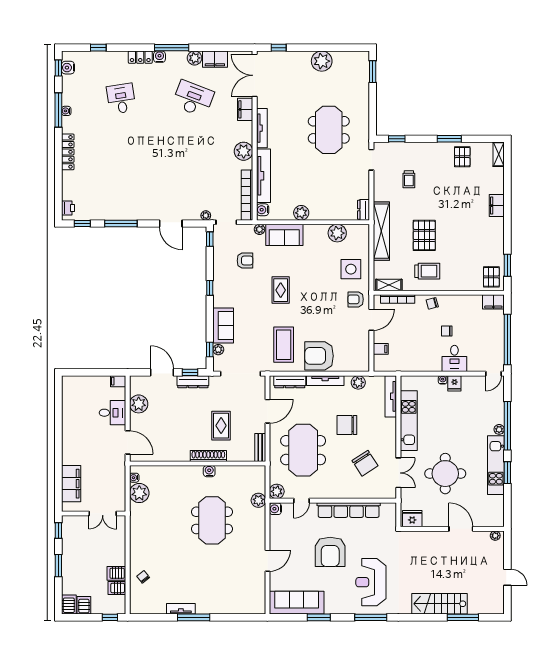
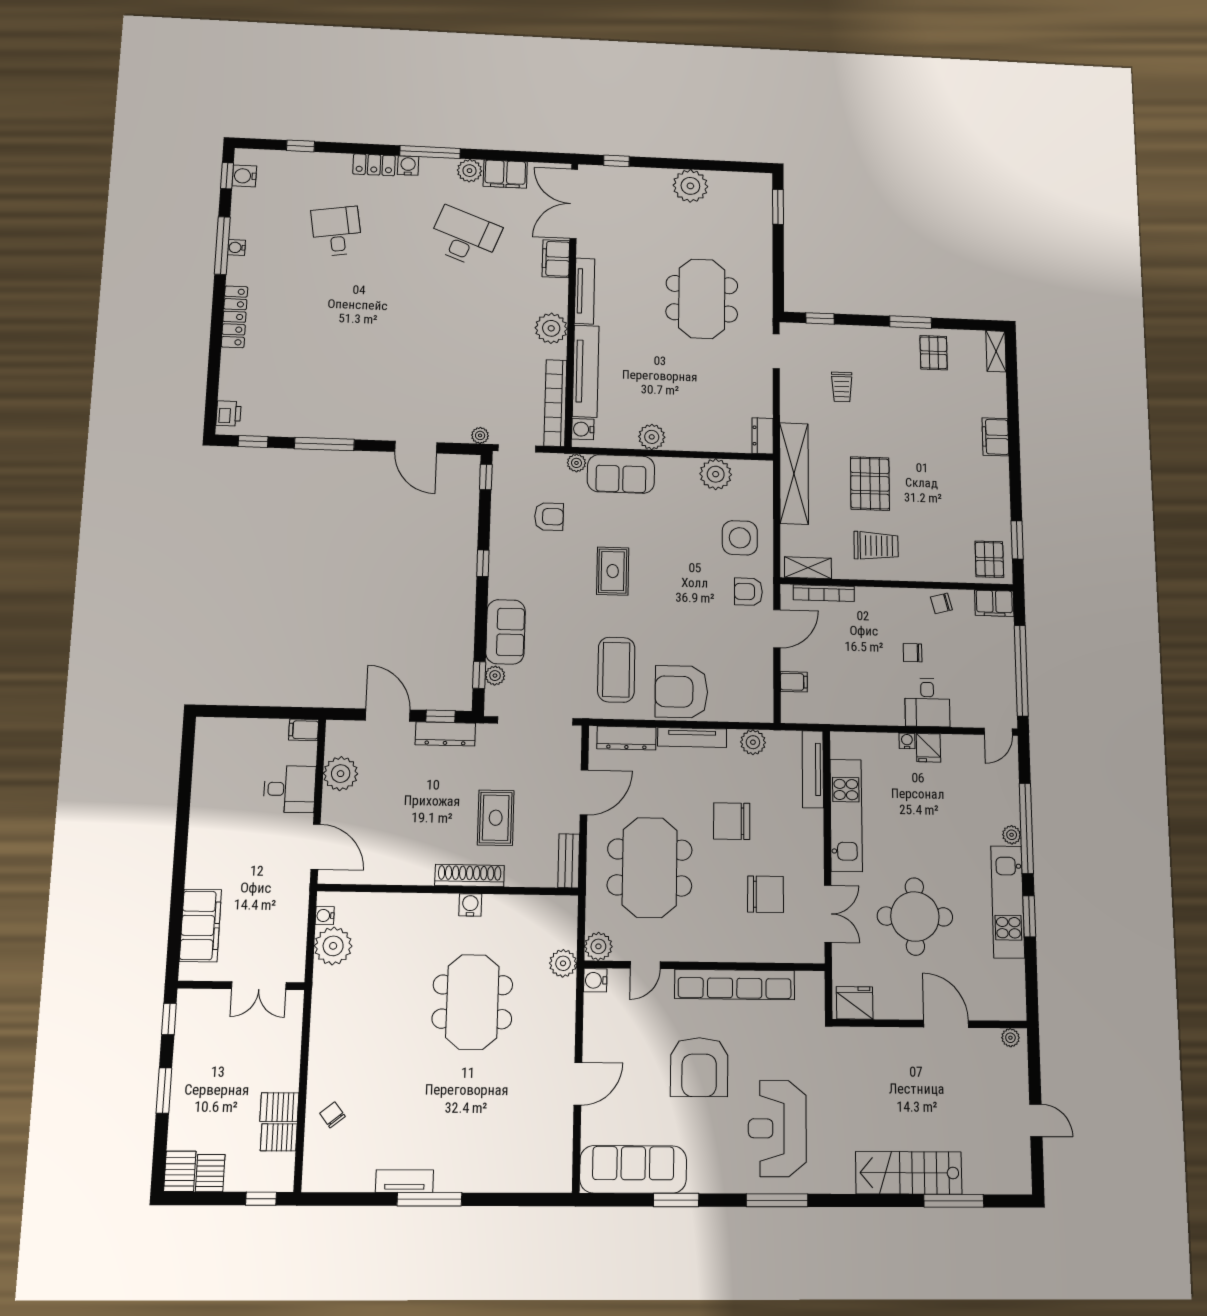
chair: (432, 303) -> (941, 603), moved
chair: (365, 463) -> (765, 894), turned -57

